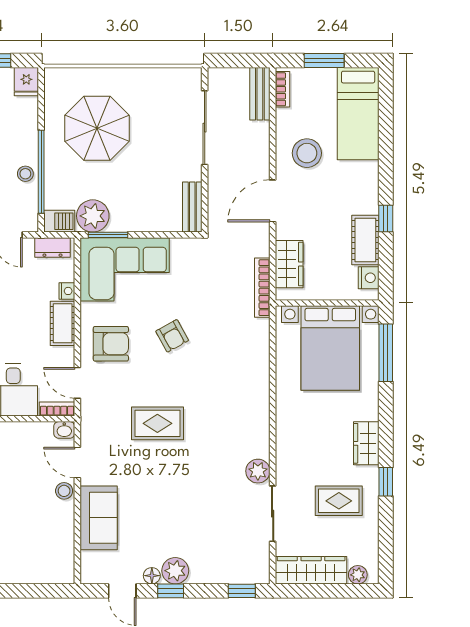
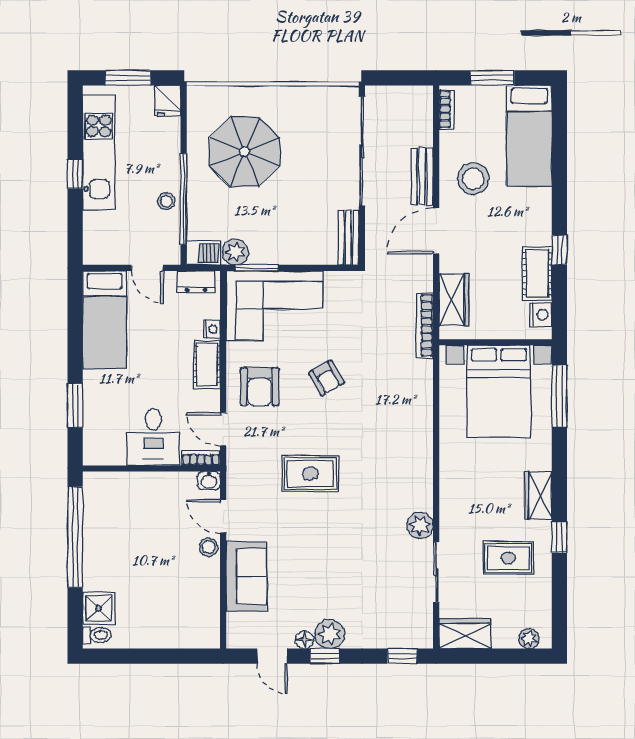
bench: (260, 94) -> (422, 176), moved
sliding door: (205, 128) -> (362, 151), width x1.36
plant: (93, 216) -> (235, 252), width x0.73, depth x0.73
armchair: (111, 344) -> (260, 387), turned 90
wardrobe: (311, 570) -> (465, 634), width x0.67

